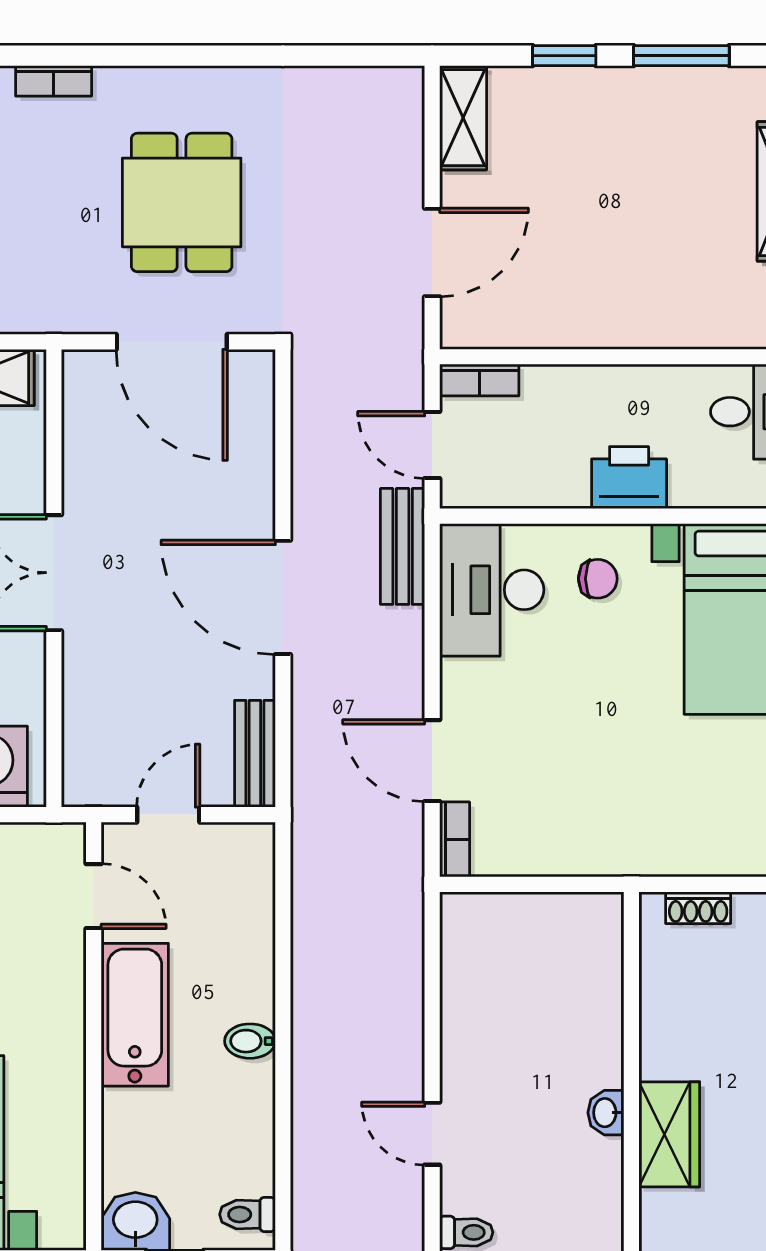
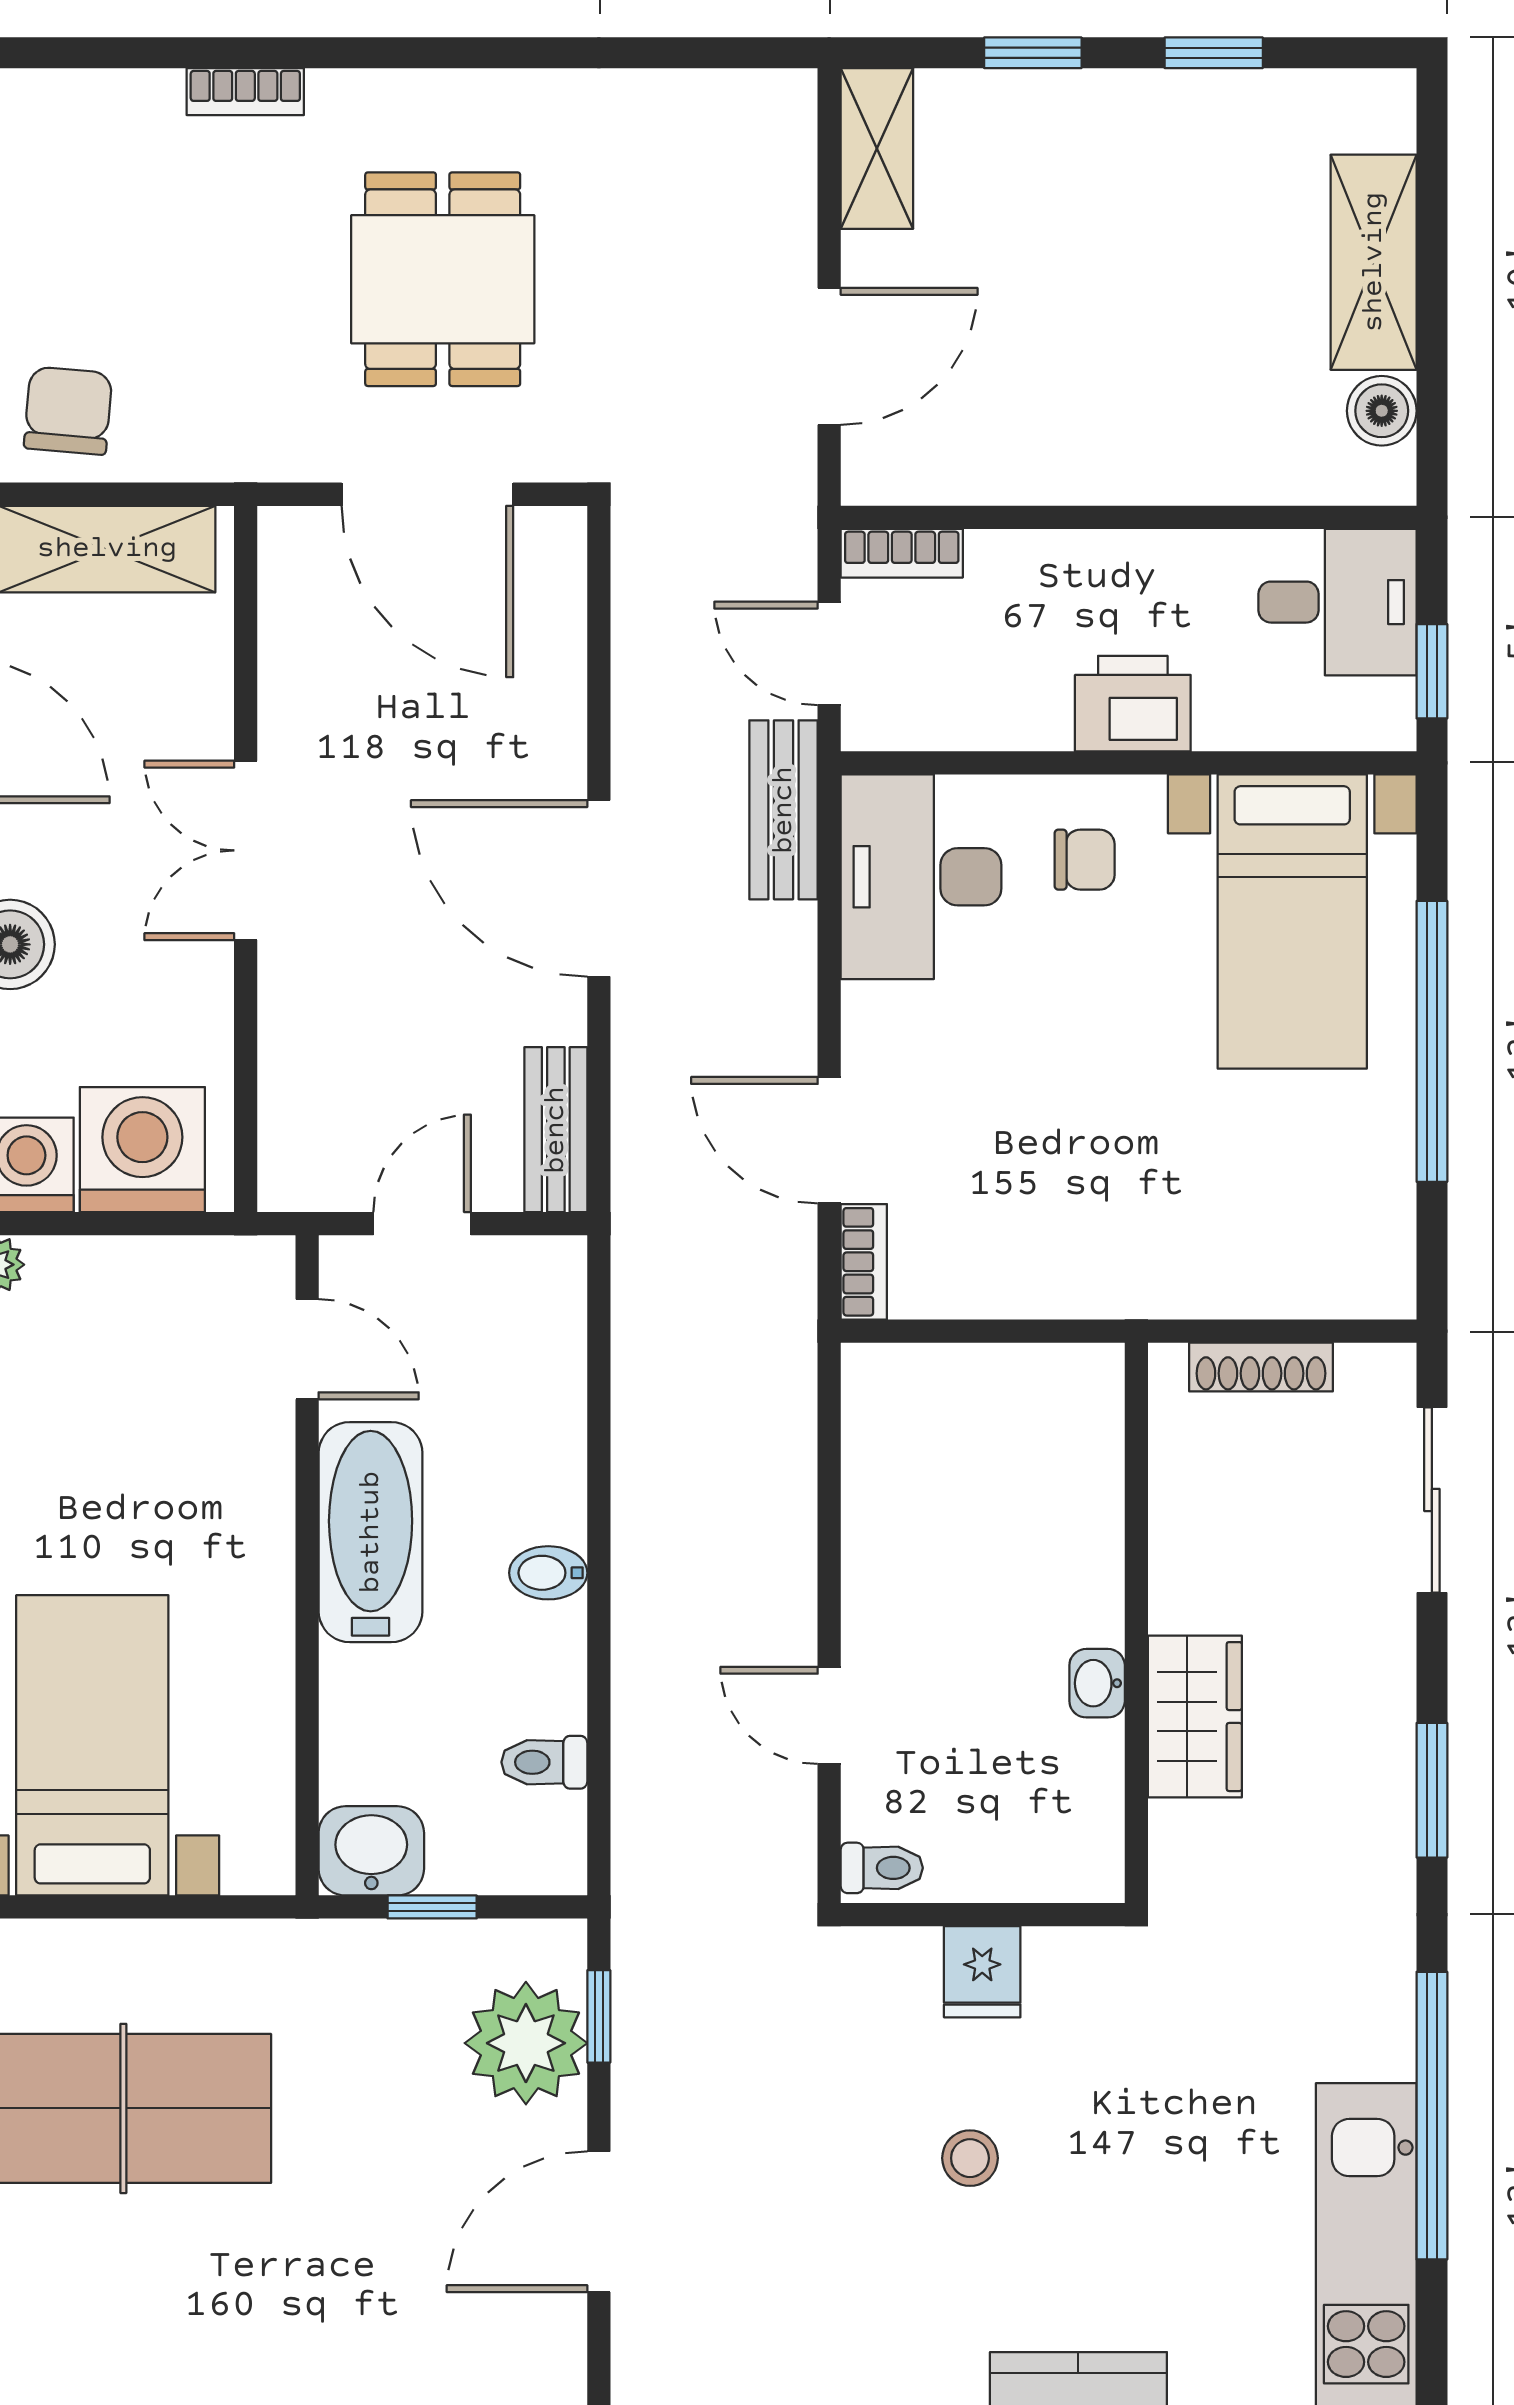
window: (681, 56) -> (1214, 53), width x0.67
shoe rack: (698, 908) -> (1261, 1367), width x1.43
toilet: (247, 1214) -> (544, 1762), moved

